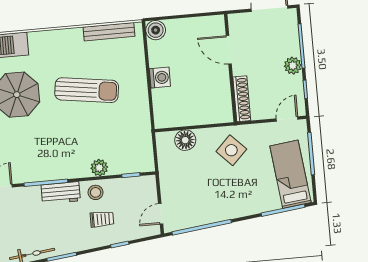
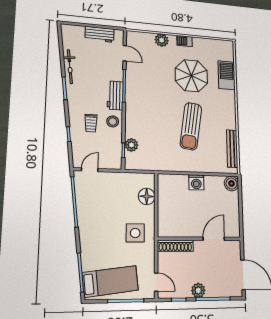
side table: (231, 150) -> (135, 233), turned 45
plant: (99, 168) -> (131, 145), moved
door: (161, 214) -> (90, 170), hinge flipped

